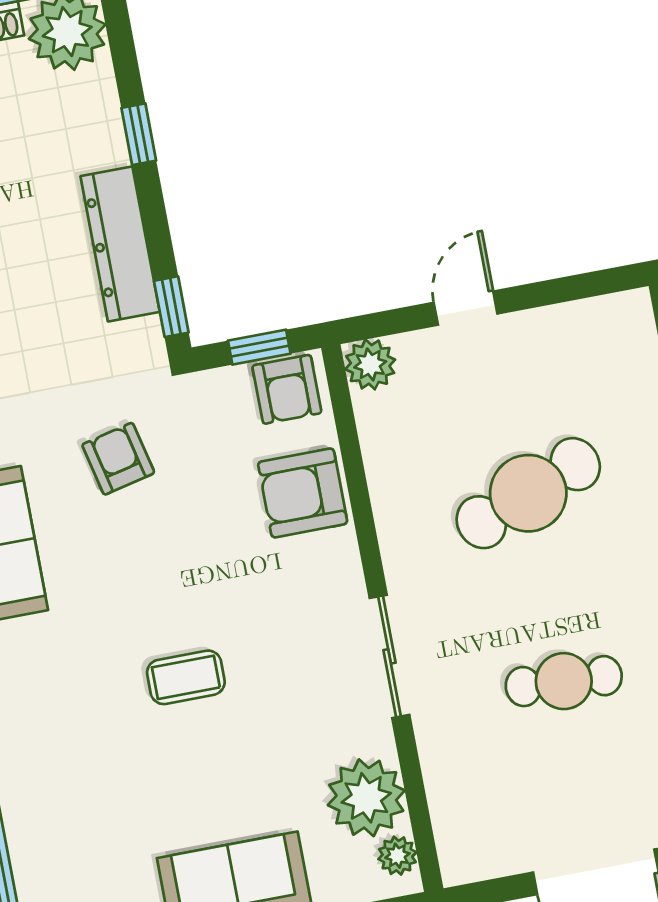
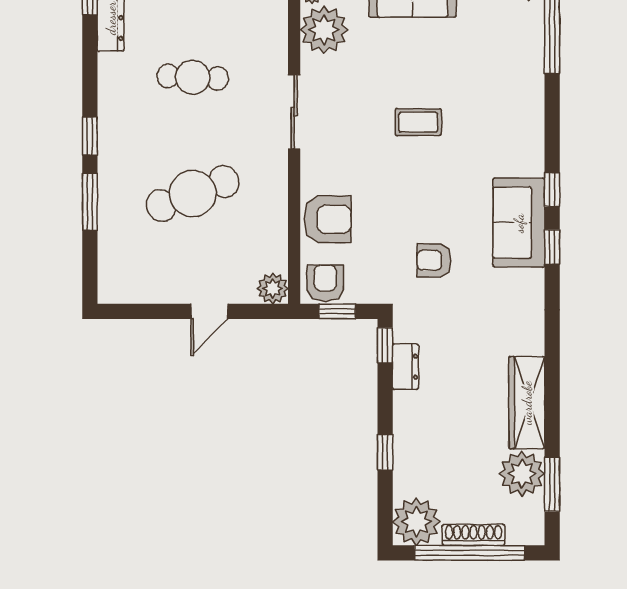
dresser: (120, 244) -> (405, 367), width x0.51, depth x0.80
armchair: (118, 459) -> (434, 261), turned 104

